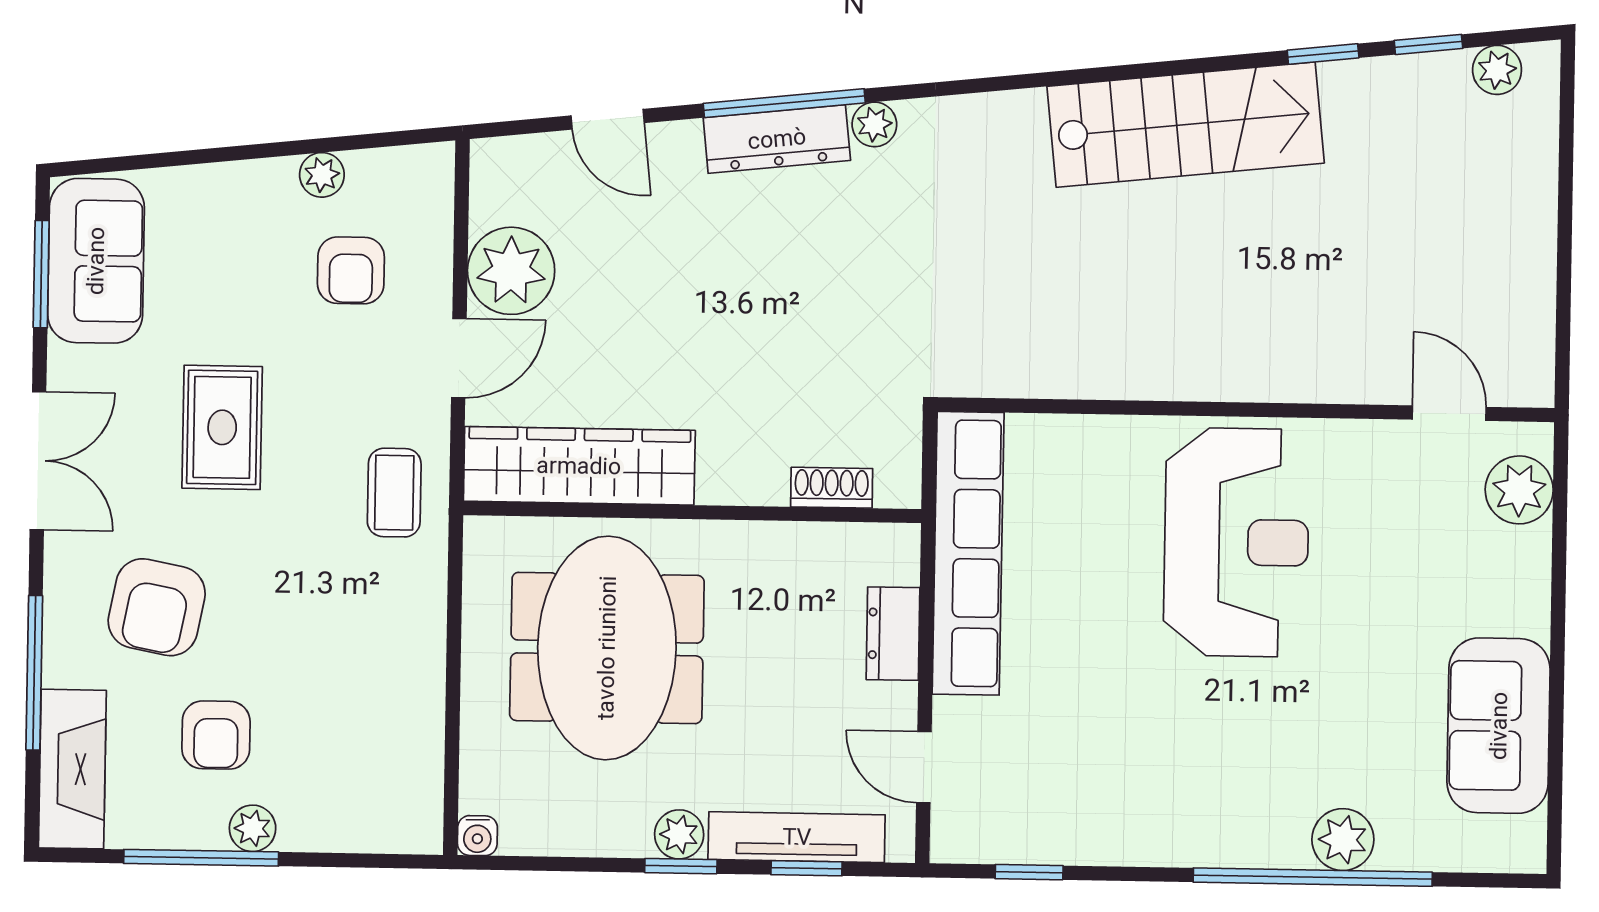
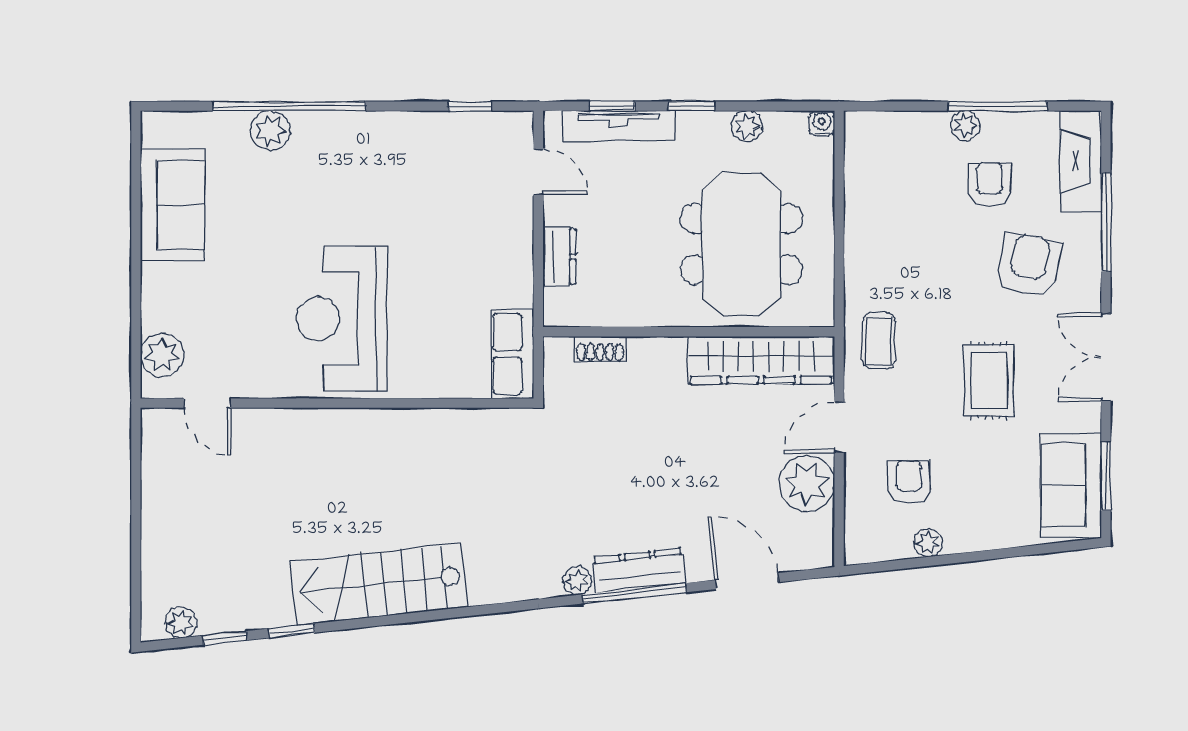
door: (608, 119) -> (747, 581), width x1.38
row of seats: (968, 553) -> (512, 354), width x0.50
plant: (679, 834) -> (747, 126), moved

